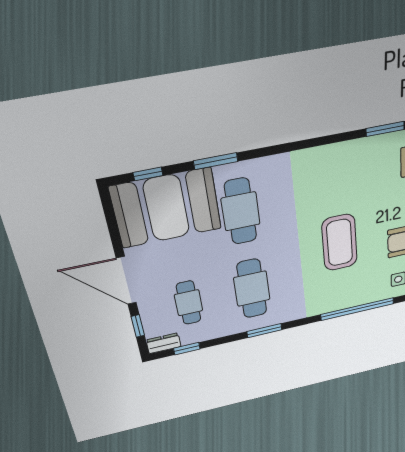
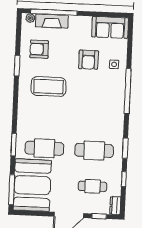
window: (216, 161) -> (14, 145), moved
window: (148, 174) -> (12, 190), width x2.17
coffee table: (340, 243) -> (48, 87), moved
window: (187, 349) -> (124, 179), moved

